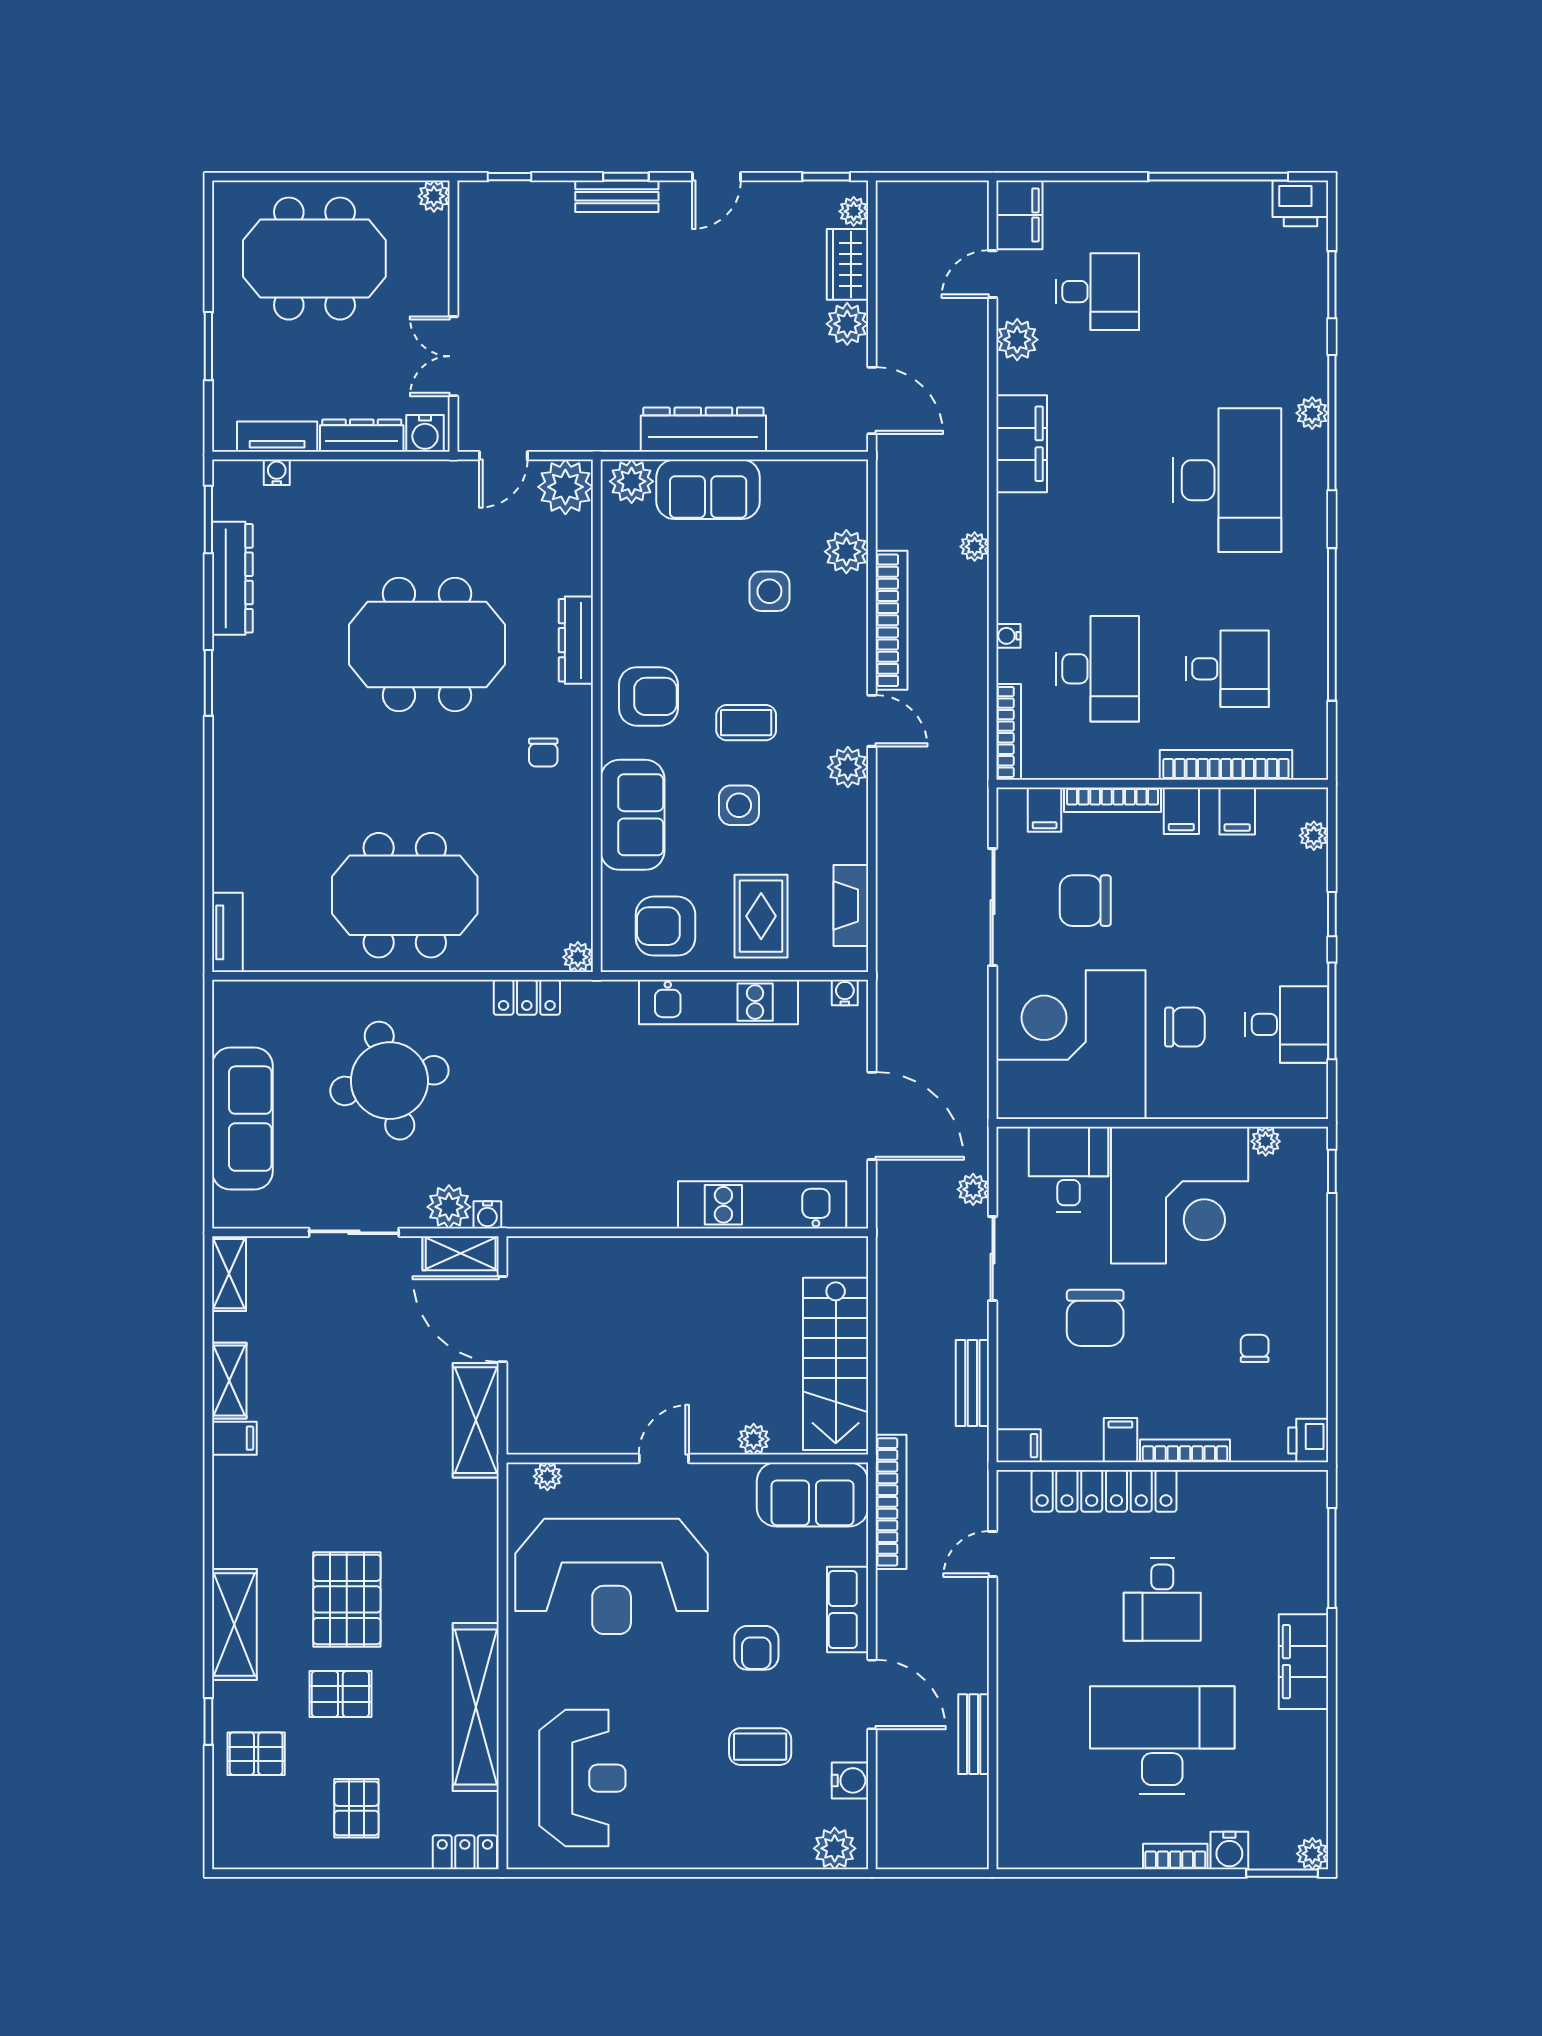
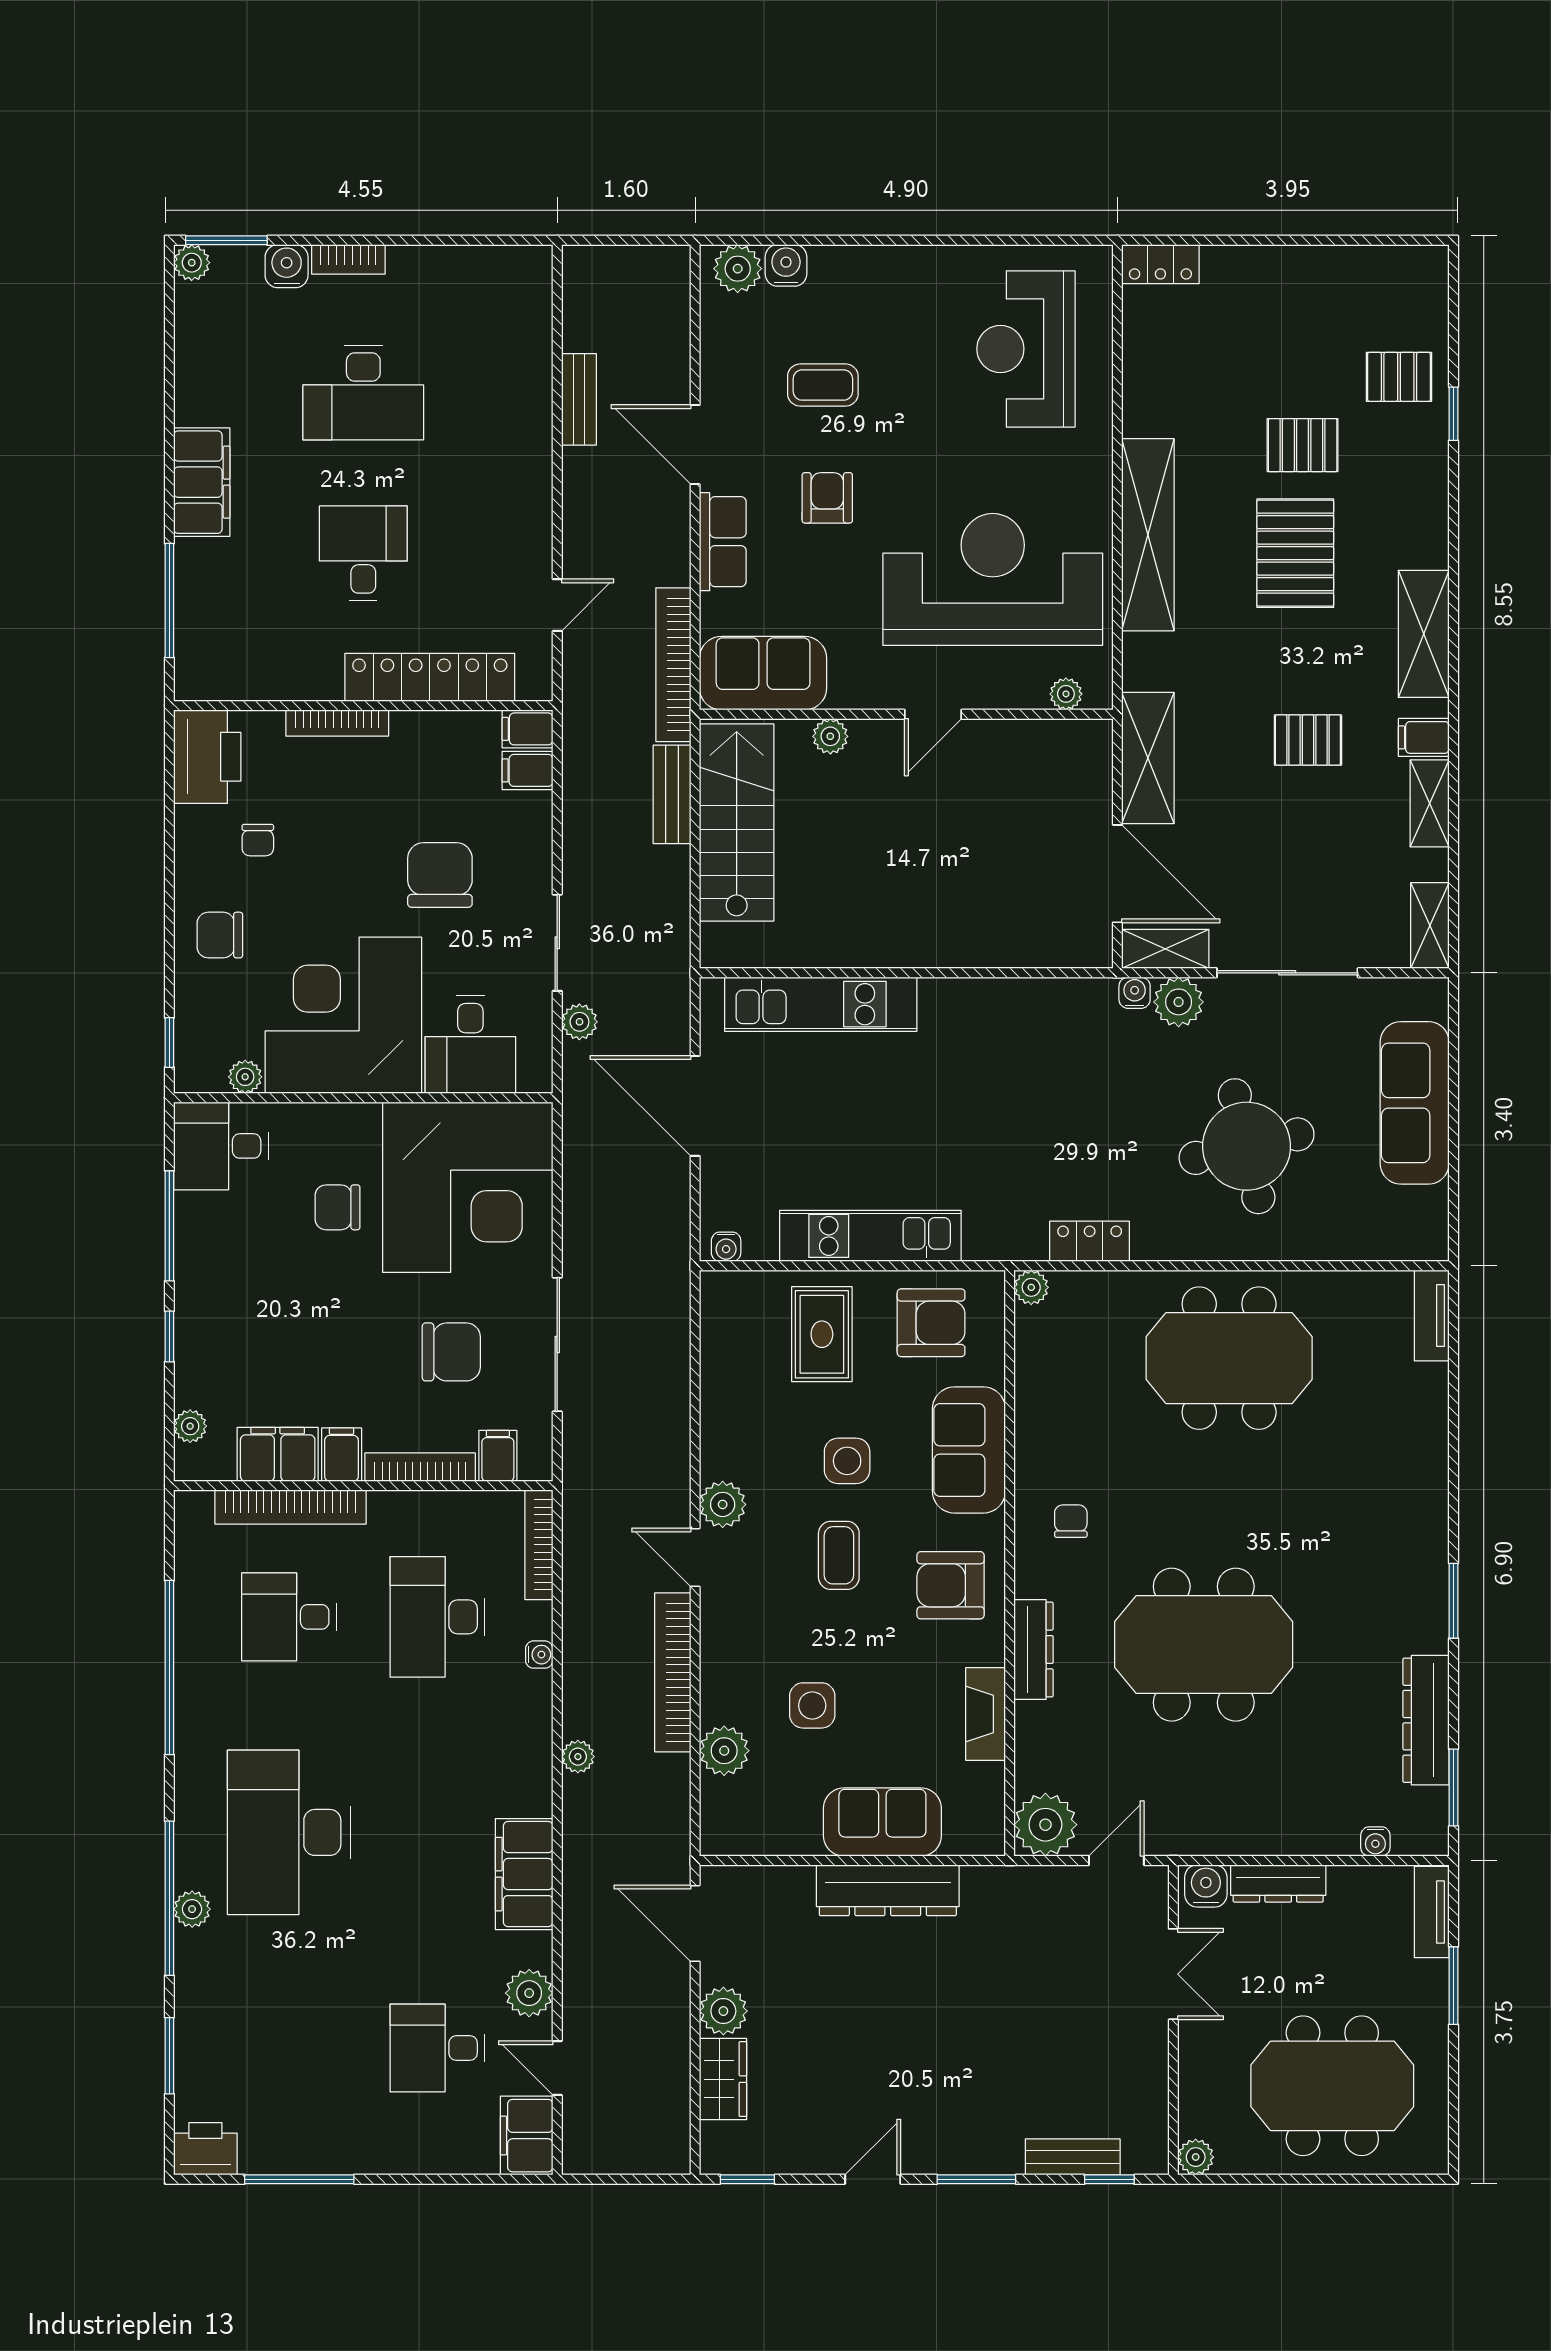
window: (626, 177) -> (976, 2179), width x1.50
window: (1218, 177) -> (299, 2179), width x0.68
bench: (617, 196) -> (1073, 2157), moved
plant: (854, 211) -> (716, 2140), removed
door: (993, 274) -> (557, 2068), swing flipped
tv unit: (277, 437) -> (1432, 1912), moved, turned 90
plant: (632, 481) -> (970, 1831), removed
coffee table: (746, 723) -> (839, 1555), turned 90
filing cabinet: (1237, 811) -> (278, 1454), width x2.00
fireplace: (851, 906) -> (986, 1714), moved, turned 180
desk: (1287, 1024) -> (221, 1146), moved
sliding door: (354, 1232) -> (1287, 973), width x1.37
chair: (1288, 1265) -> (220, 935), added
bench: (972, 1383) -> (672, 794), moved
filing cabinet: (1120, 1440) -> (527, 770), moved, turned 90
printer: (1308, 1440) -> (207, 757), width x1.87, depth x1.48
shelving: (234, 1624) -> (1424, 634), moved
shelving: (476, 1707) -> (1148, 535), moved
desk: (1162, 1740) -> (363, 393), width x0.73, depth x0.77
water cooler: (850, 1780) -> (786, 265), moved, turned 90
pallet: (356, 1808) -> (1308, 740), moved, turned 90

